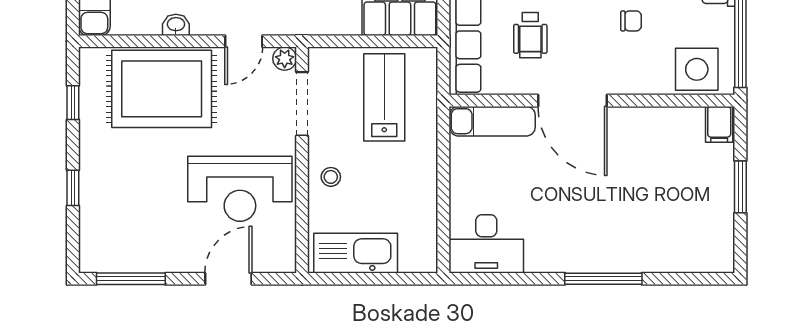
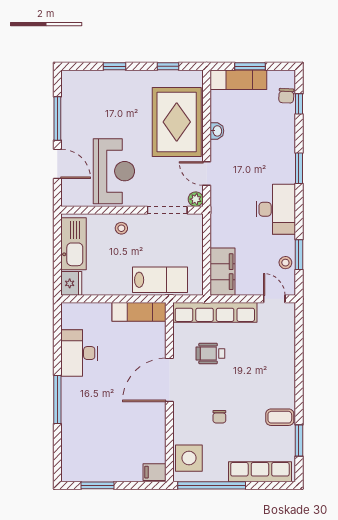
lab bench: (384, 97) -> (160, 280), moved
exam couch: (492, 121) -> (139, 312), moved, turned -90
window: (740, 187) -> (97, 485), moved
reception desk: (240, 189) -> (114, 171), turned 180
desk: (486, 244) -> (79, 353), moved
fridge: (419, 257) -> (71, 283), added
window: (131, 279) -> (57, 118), moved

